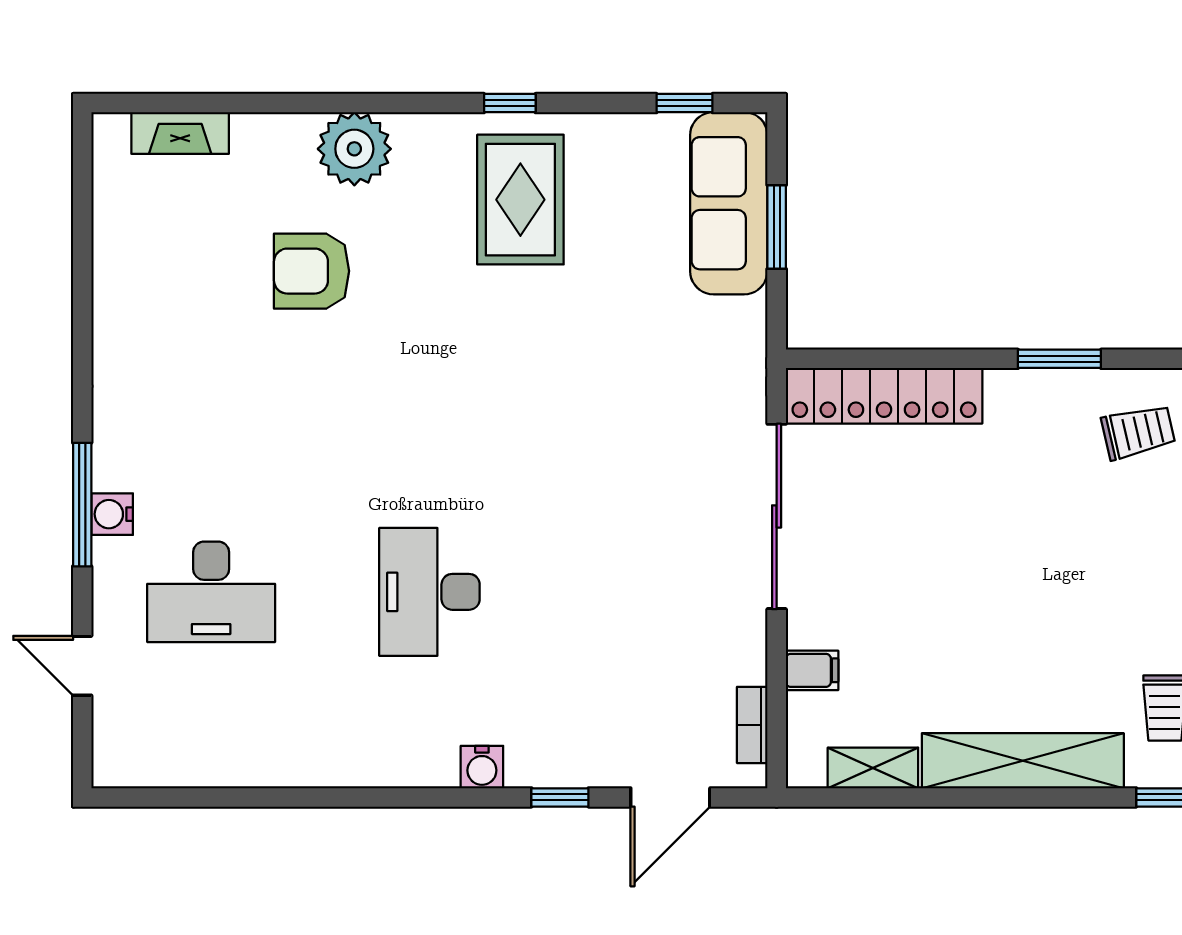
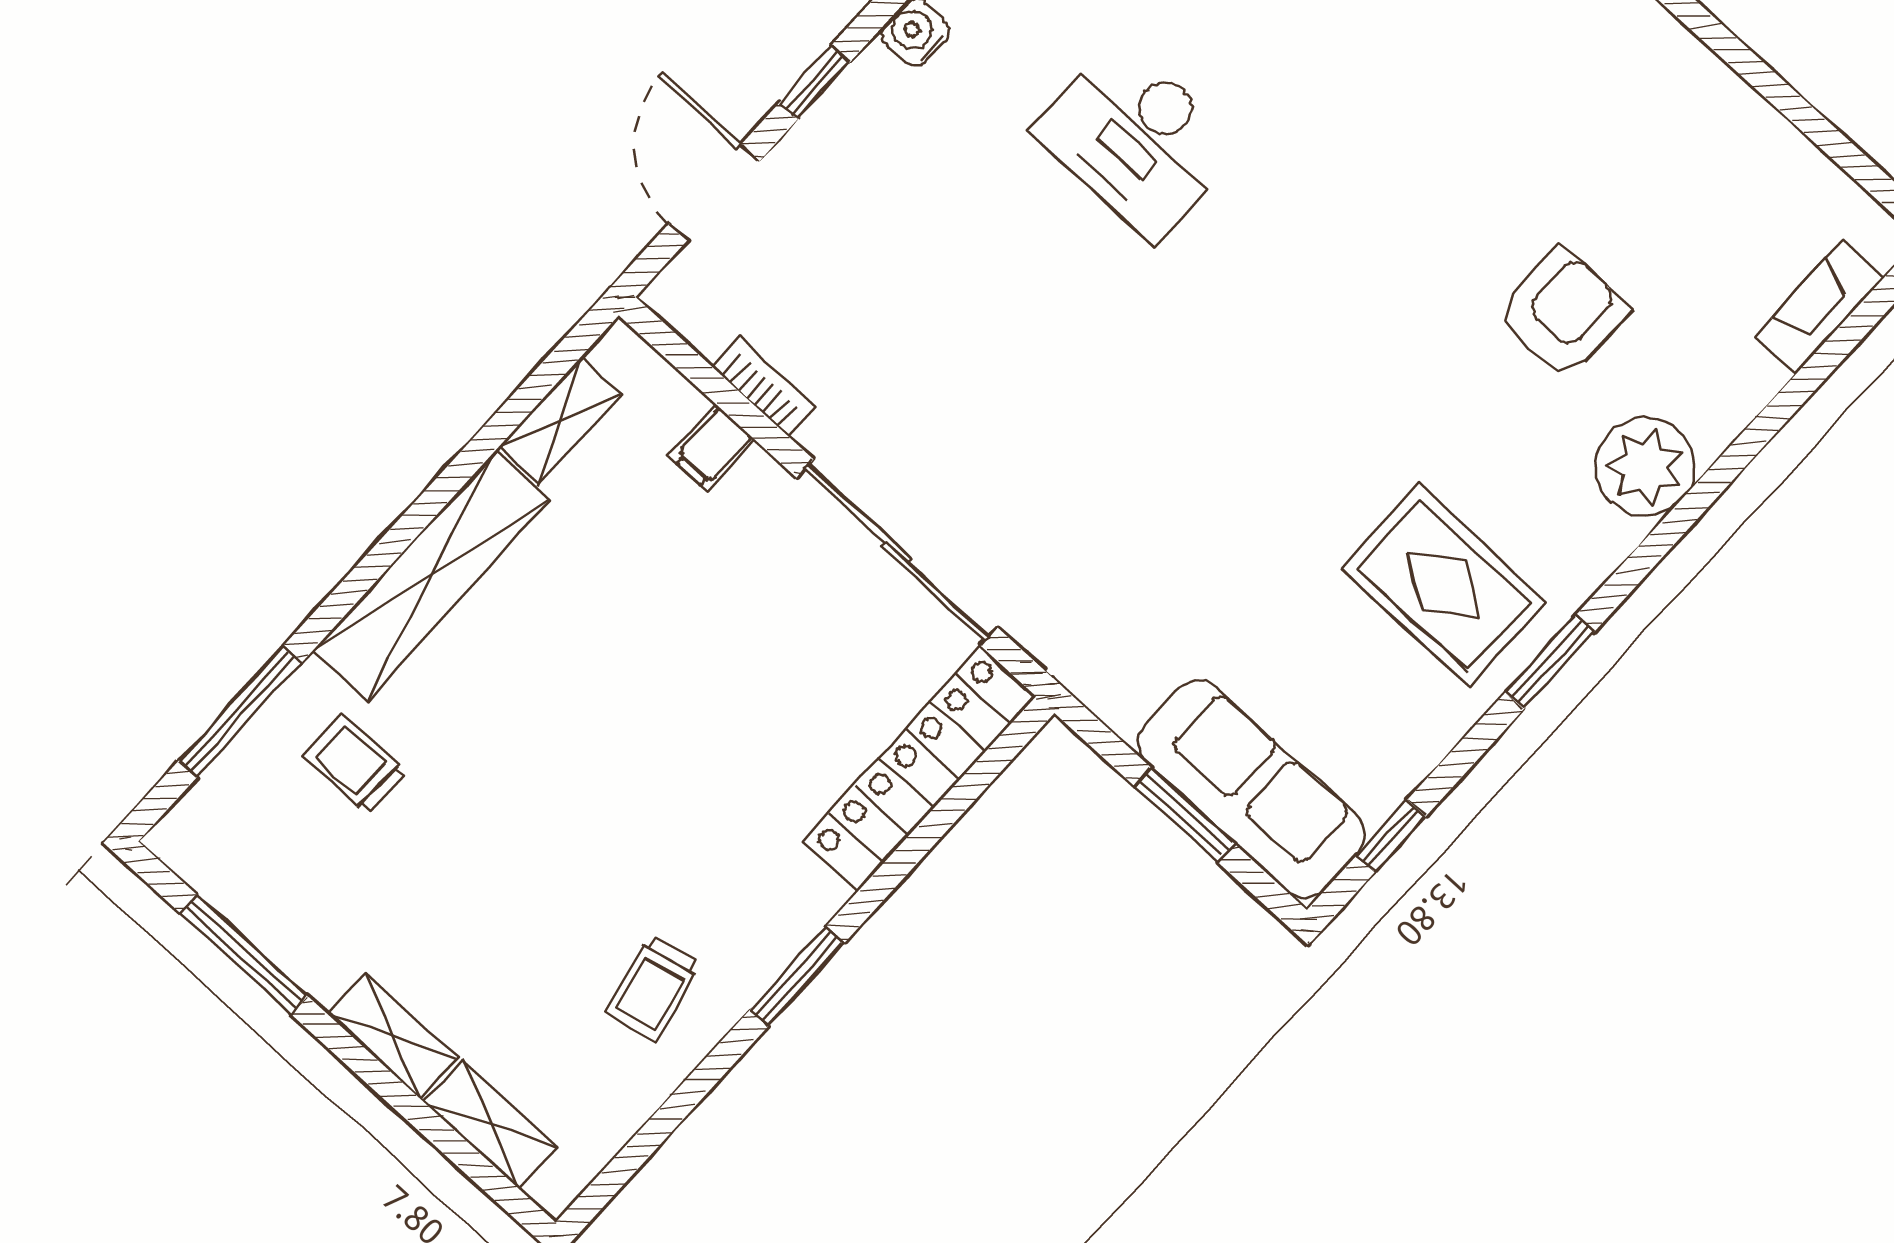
window: (510, 103) -> (1550, 663), width x1.50
desk: (429, 592) -> (1137, 139), turned 180
bookcase: (752, 725) -> (764, 386), moved

